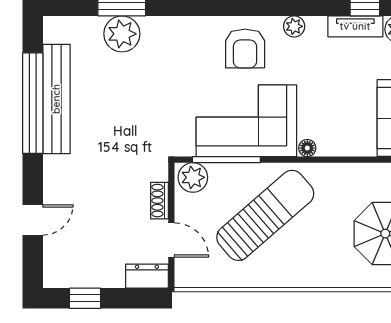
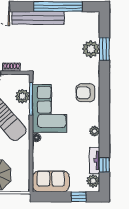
armchair: (245, 49) -> (85, 93), moved
bench: (56, 99) -> (38, 18), moved
plant: (193, 177) -> (22, 96), moved

